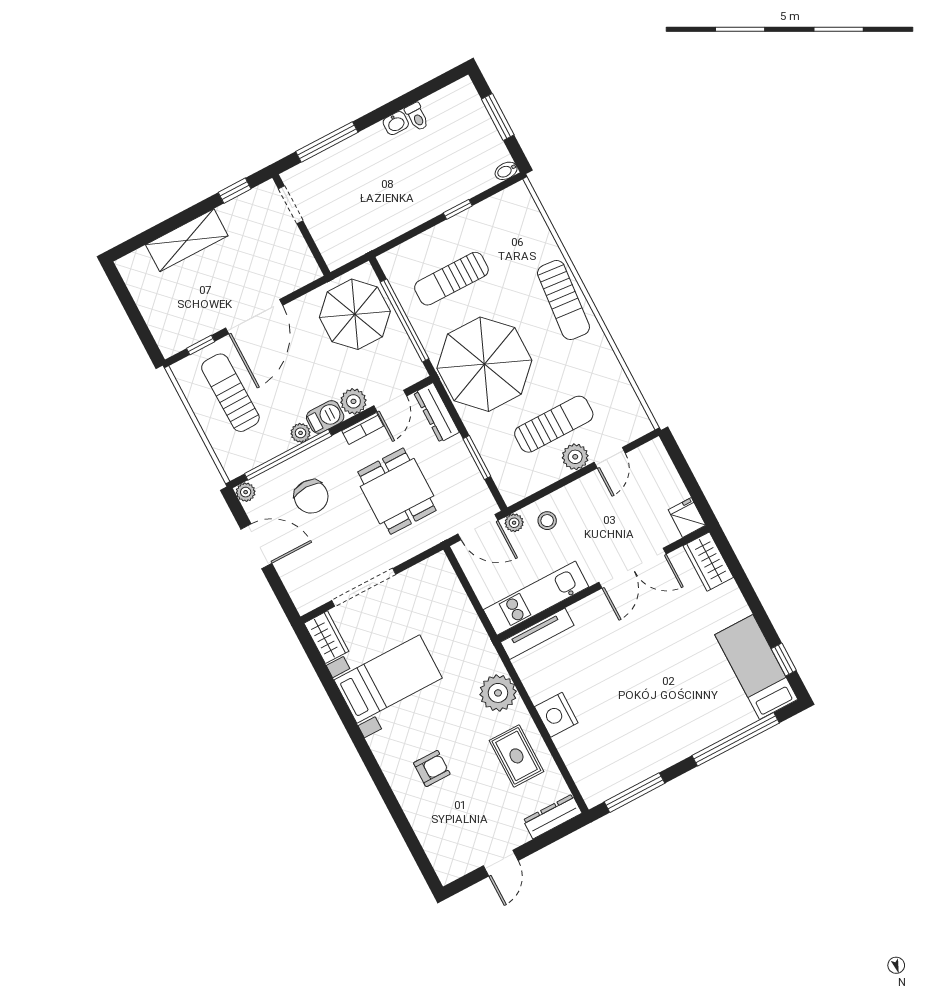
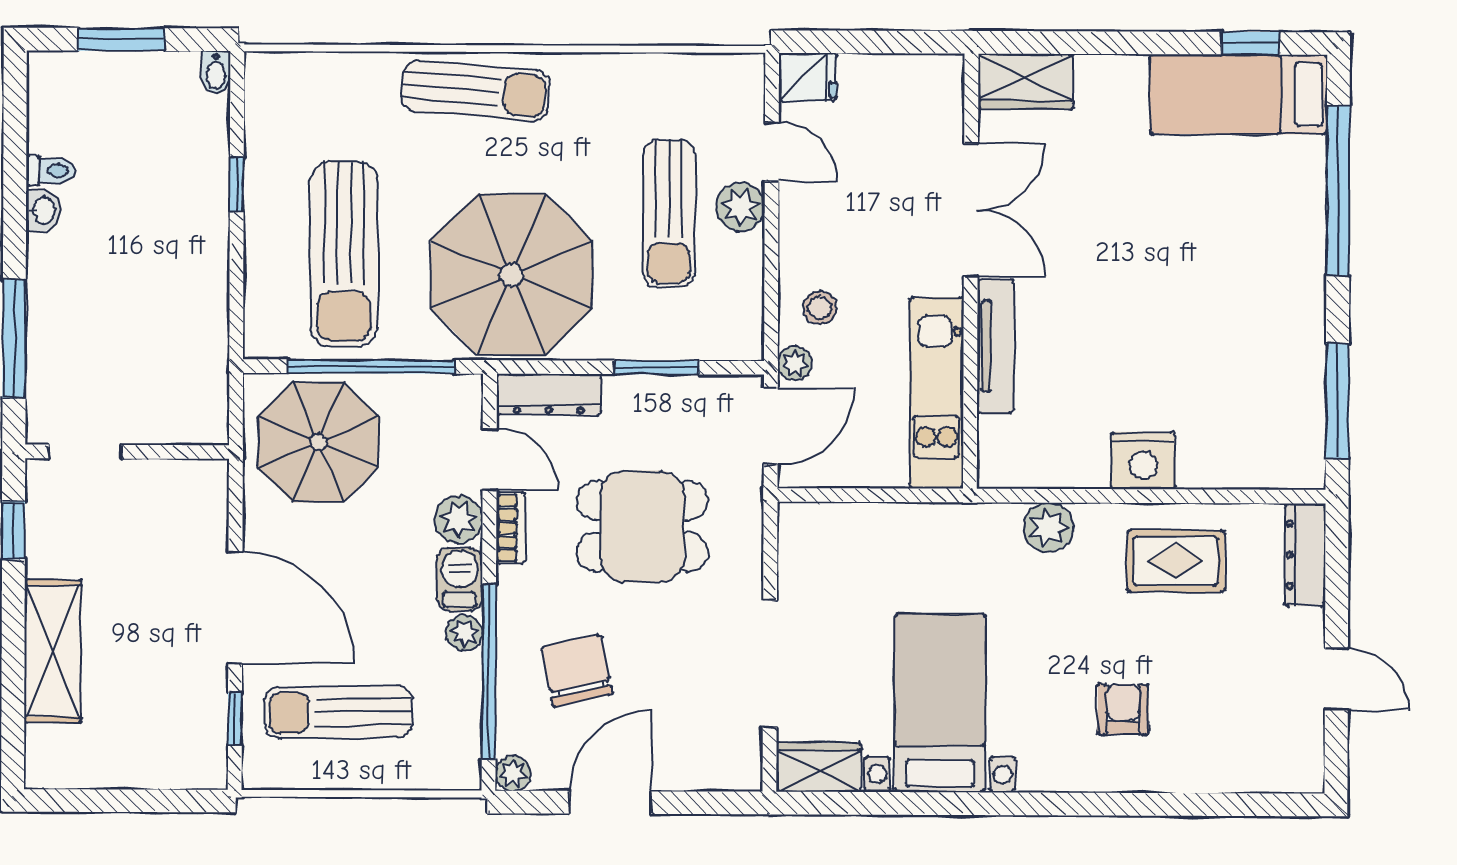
sun lounger: (451, 279) -> (344, 254), width x1.36, depth x1.34
sun lounger: (554, 424) -> (669, 214), turned 180
chair: (311, 497) -> (577, 671), turned -102
fridge: (687, 517) -> (808, 77), moved, turned 180
tv unit: (537, 634) -> (995, 346), moved
plant: (498, 693) -> (1048, 528), width x0.73, depth x0.73

